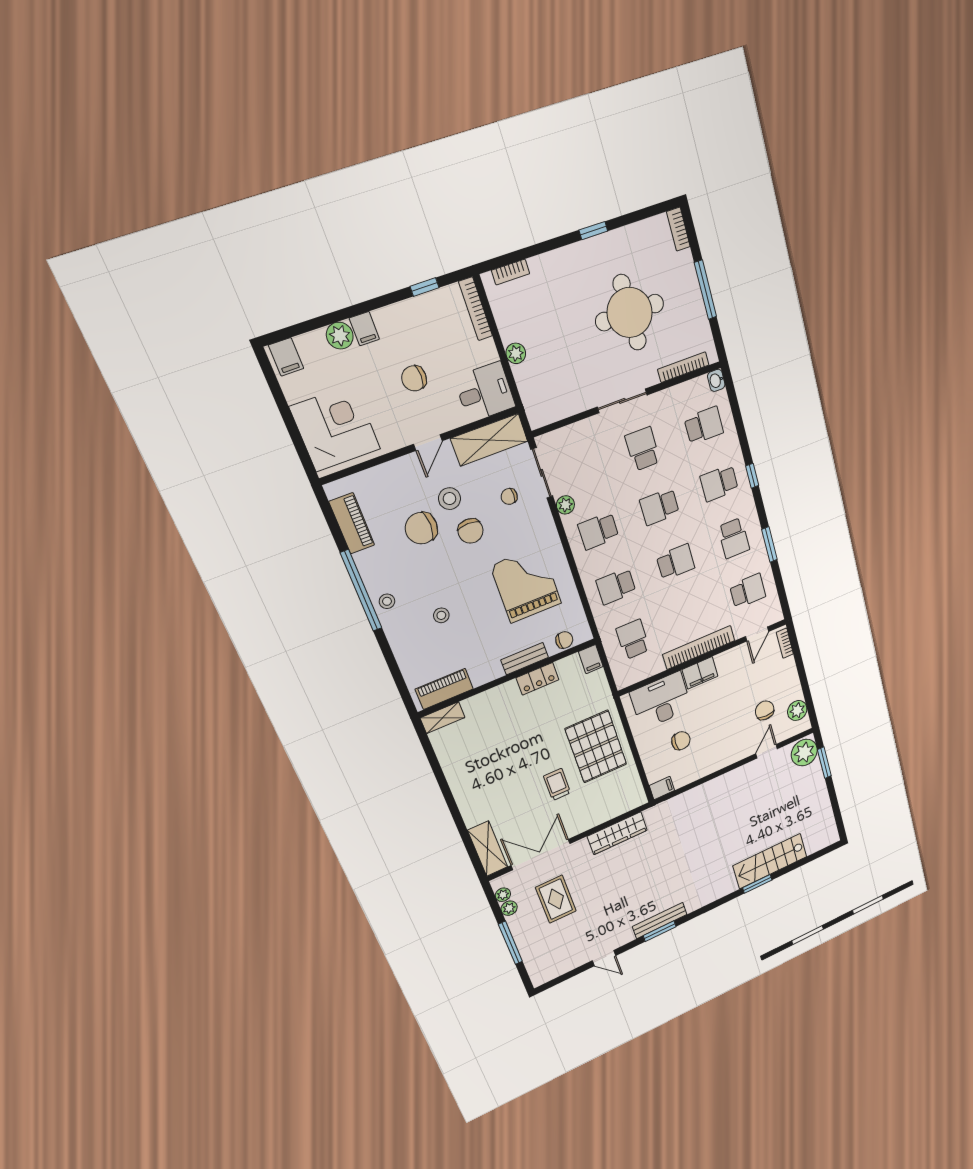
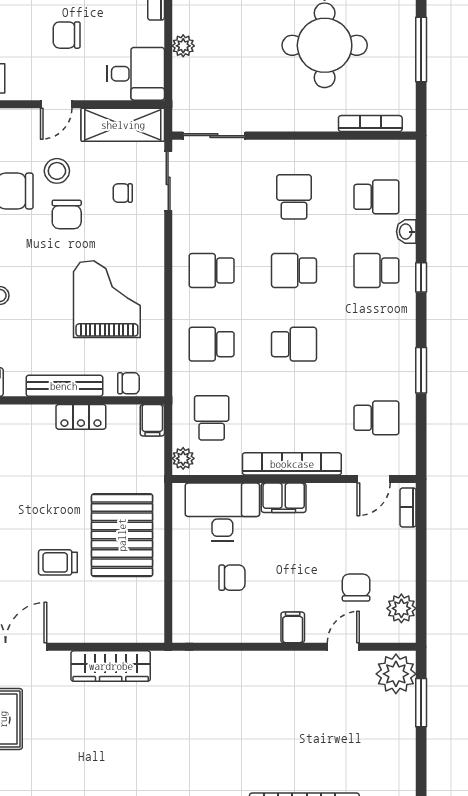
washbasin: (716, 380) -> (406, 232), moved
sliding door: (622, 401) -> (214, 136), moved
plant: (565, 505) -> (183, 458), moved
school desk: (734, 538) -> (376, 344), removed
bench: (525, 659) -> (64, 386), width x1.36
trolley: (557, 785) -> (58, 562), turned -90
filing cabinet: (662, 788) -> (293, 627), moved, turned -90

